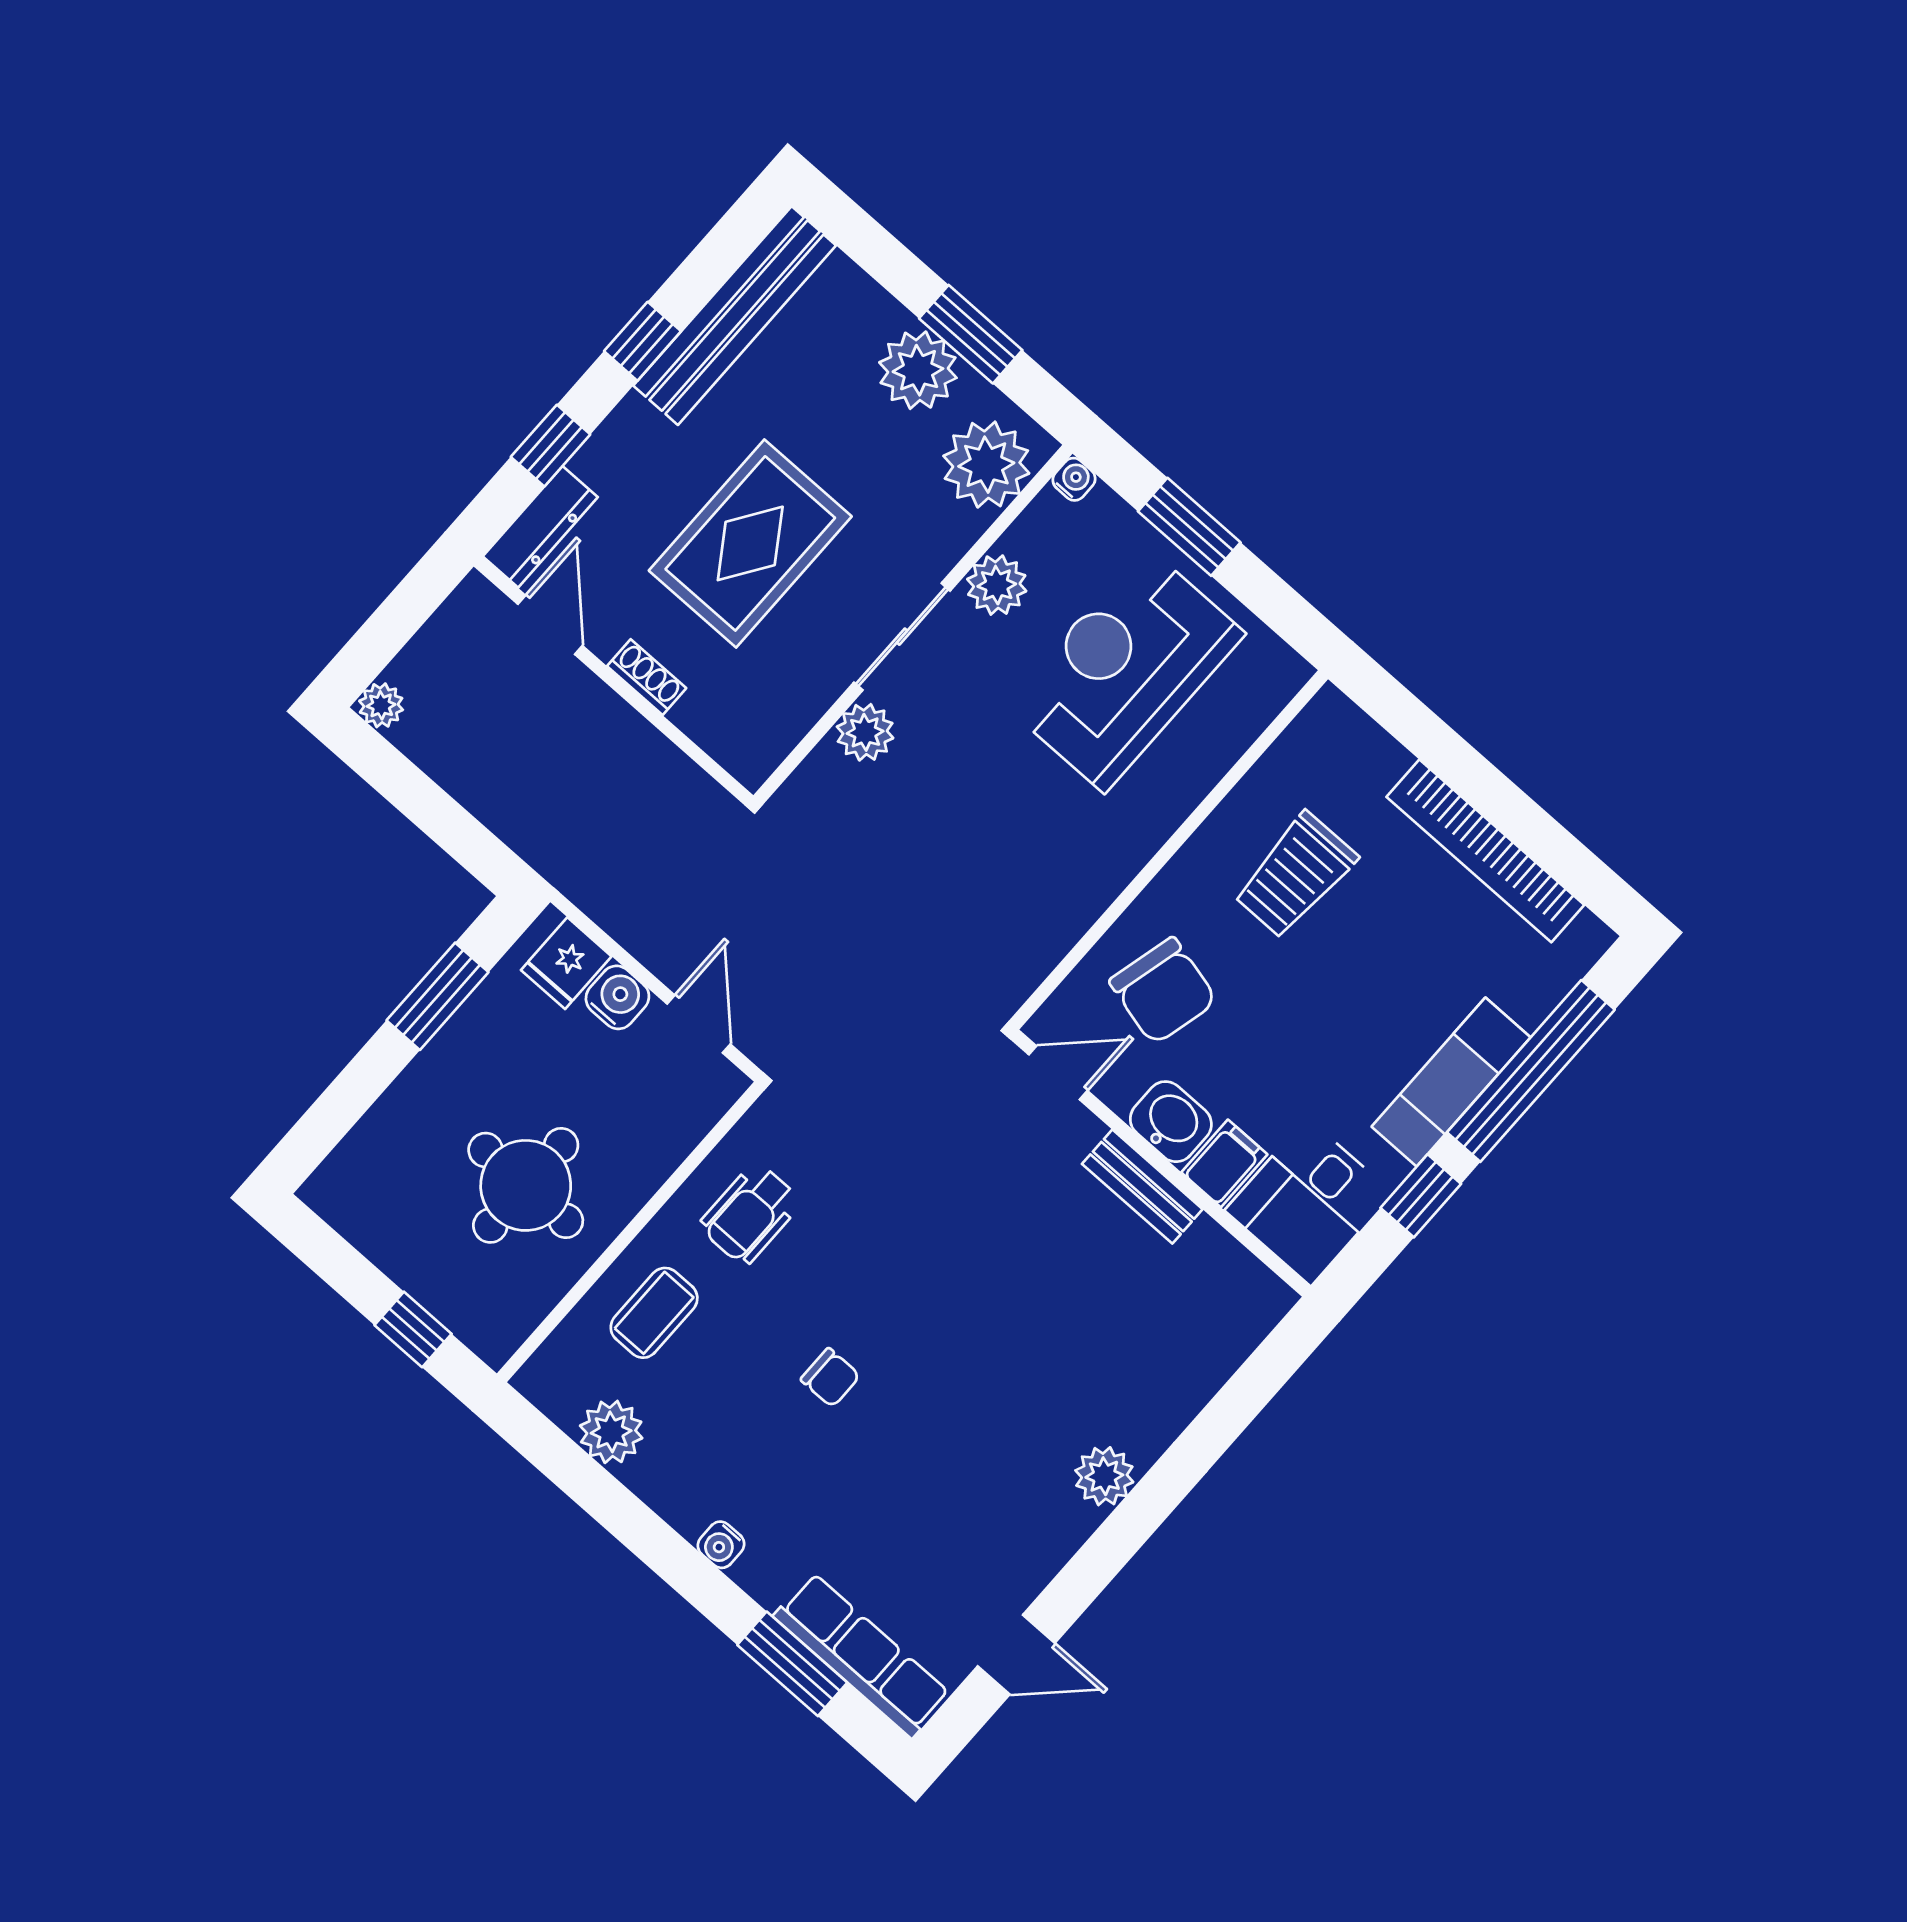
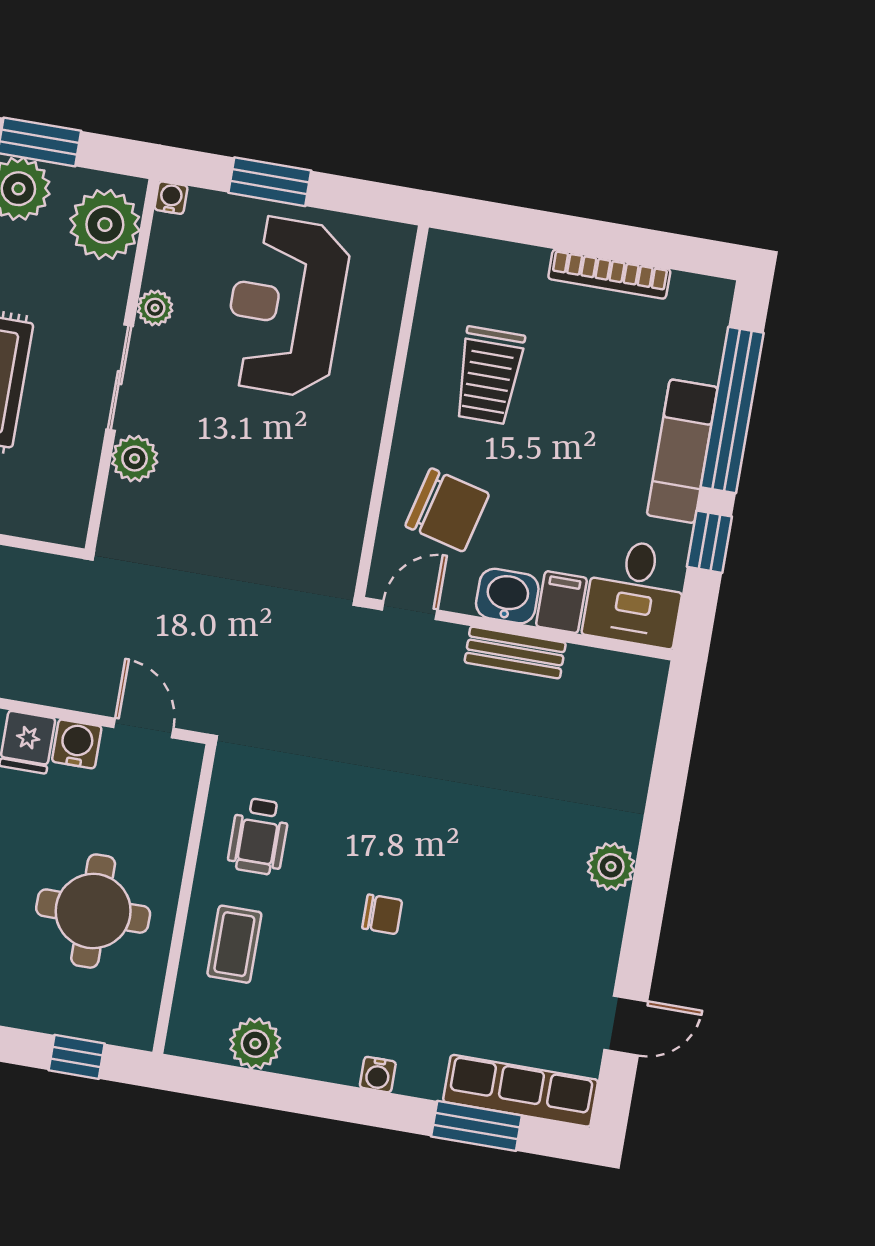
plant: (997, 585) -> (155, 308), width x0.73, depth x0.73
bookcase: (1485, 851) -> (609, 274), width x0.68, depth x0.76

